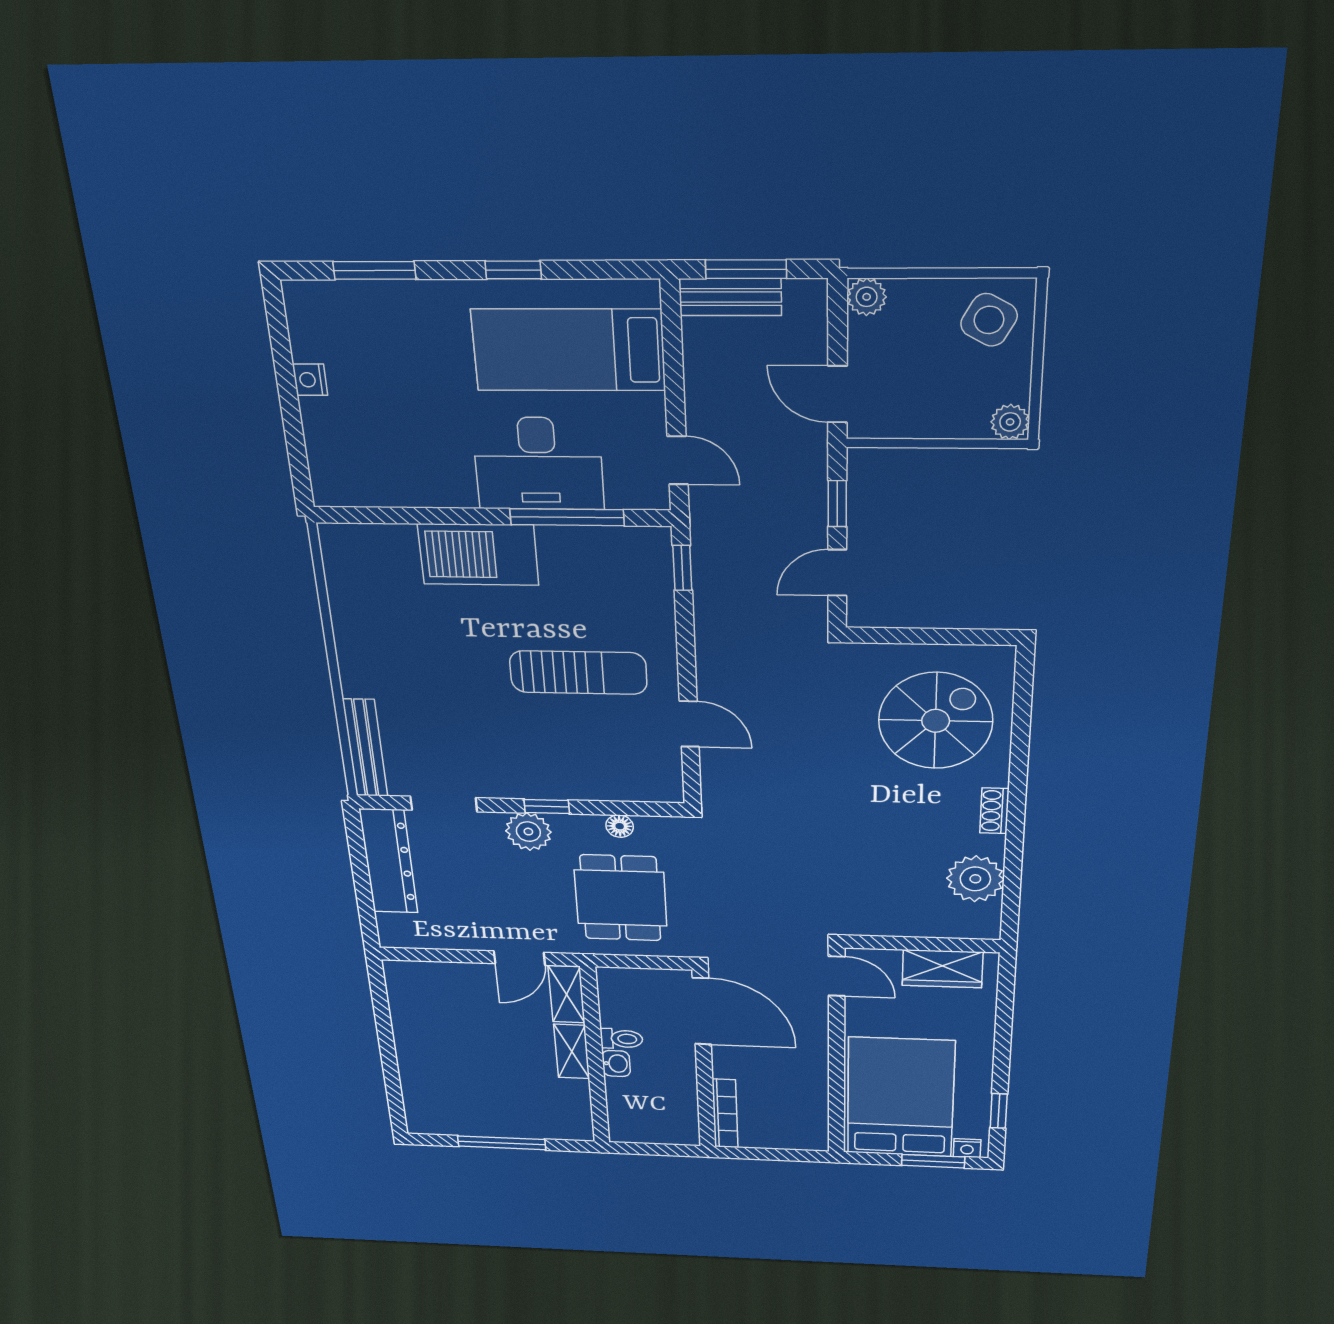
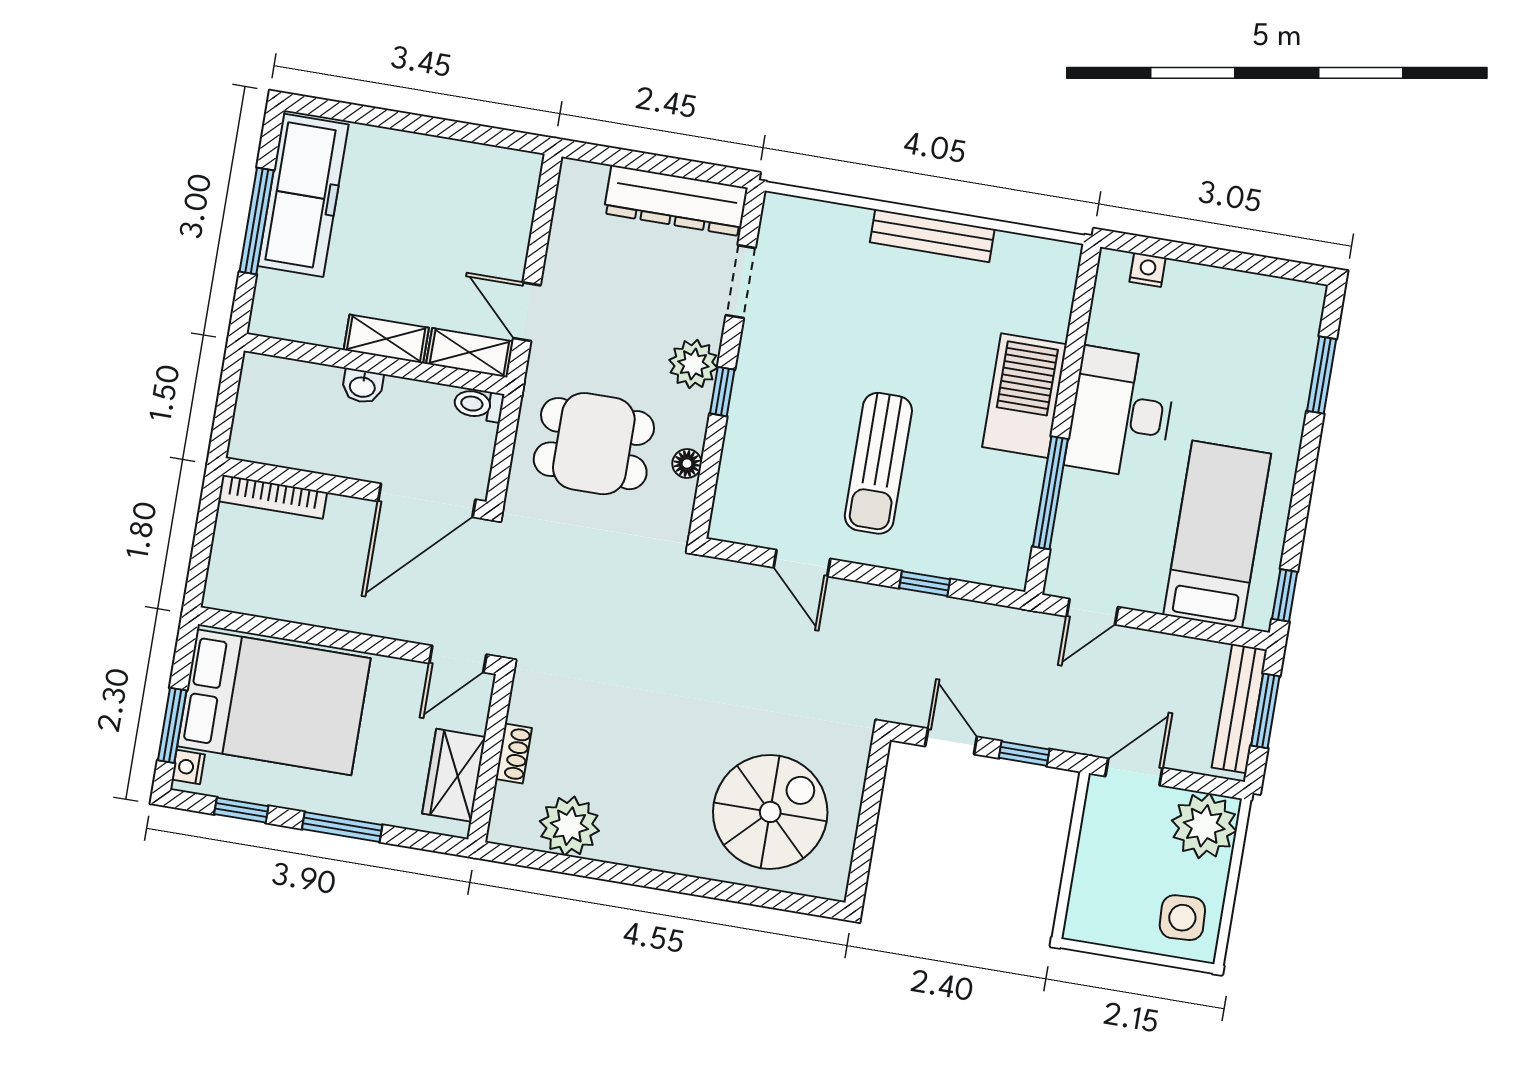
window: (513, 270) -> (1285, 595), moved
bench: (730, 297) -> (1239, 709), width x1.36
plant: (867, 297) -> (1204, 826), width x1.88, depth x1.88
side table: (989, 320) -> (1182, 918), turned -32
nightstand: (310, 380) -> (1148, 270), moved
plant: (1010, 422) -> (1081, 924), removed
desk: (538, 464) -> (1121, 413), moved
window: (682, 568) -> (925, 584), moved
spiral stairs: (936, 721) -> (770, 812), turned -90
door: (689, 724) -> (802, 563), hinge flipped
bench: (365, 748) -> (932, 236), moved
shoe rack: (994, 811) -> (514, 753), moved, turned 90
toilet: (621, 1039) -> (479, 405), moved, turned 90
window: (1003, 1042) -> (342, 827), added
freezer: (471, 1116) -> (303, 195), added

